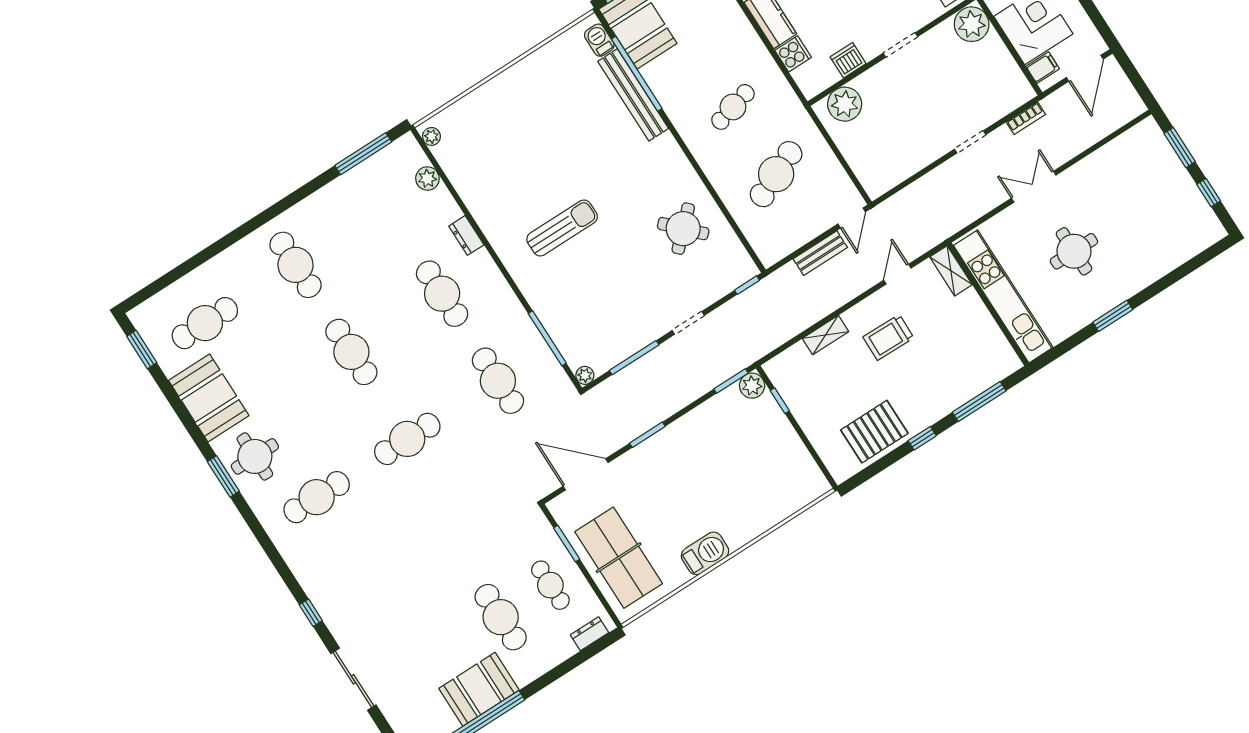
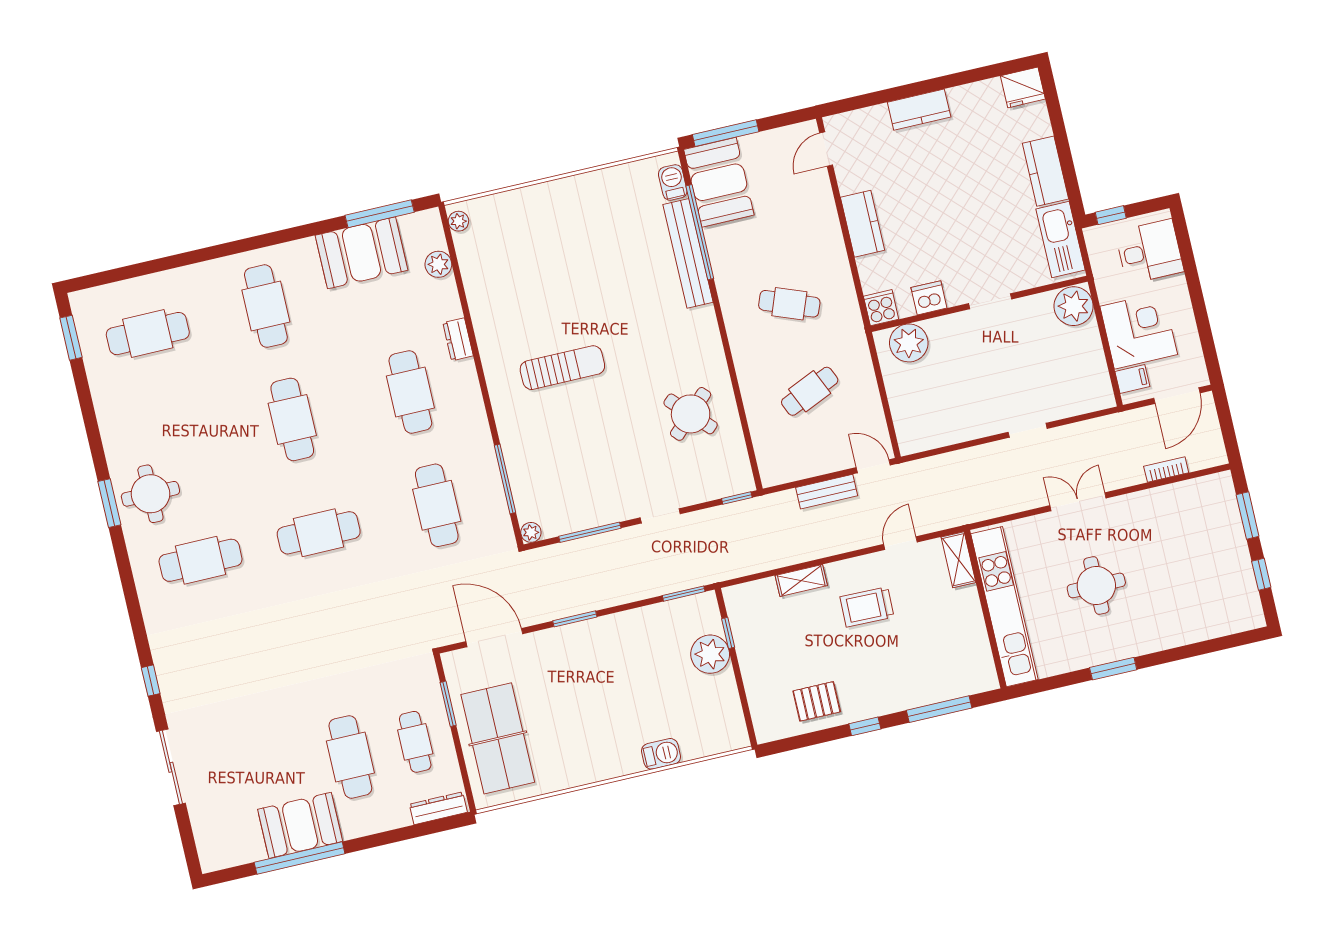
cooker: (793, 54) -> (881, 308), moved, turned -90
cafe table: (733, 107) -> (789, 304), turned 36
bookcase: (1026, 118) -> (1166, 470), moved, turned 180
cafe table: (776, 174) -> (810, 391), width x0.73, depth x0.74
door: (852, 218) -> (873, 466), swing flipped
plant: (752, 386) -> (710, 654), moved, width x1.36, depth x1.36
booth: (209, 398) -> (361, 253), moved, turned 90
pallet: (874, 432) -> (817, 701), width x0.67, depth x0.71
barbecue: (705, 553) -> (661, 754), moved, width x0.73, depth x0.79
dresser: (590, 634) -> (438, 808), width x1.44

